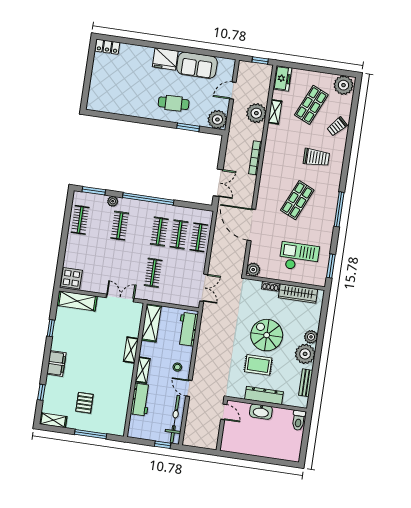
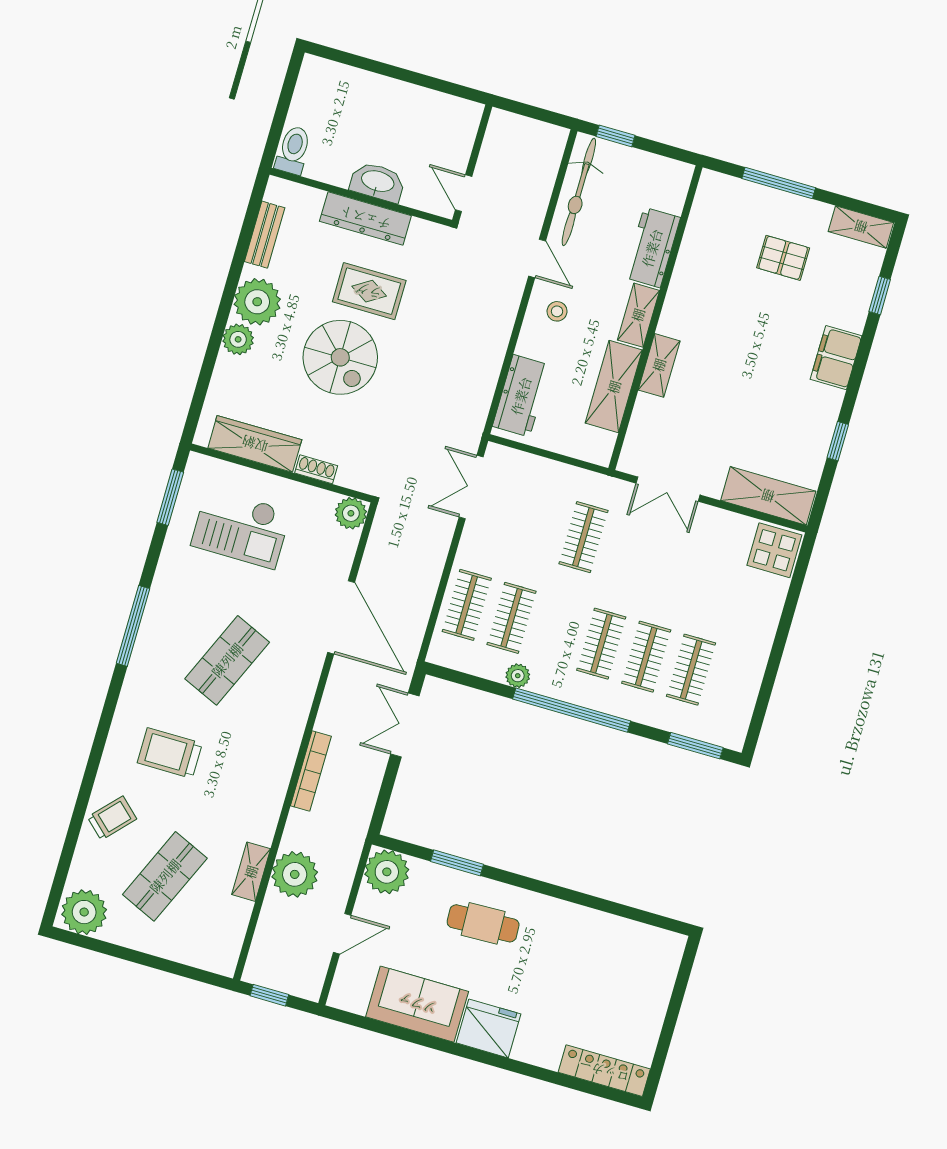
locker: (107, 47) -> (604, 1071), width x1.53
freezer: (282, 78) -> (223, 947), removed
plant: (113, 201) -> (518, 676), moved
clothes rail: (80, 220) -> (691, 670), moved
clothes rail: (159, 232) -> (601, 644), moved
shelving: (151, 323) -> (614, 387), moved
pallet: (84, 403) -> (783, 258), turned 90

